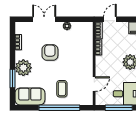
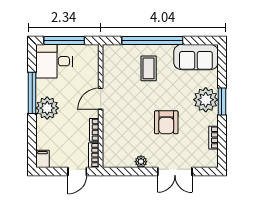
window: (12, 78) -> (222, 101), moved
door: (94, 84) -> (101, 99), moved

